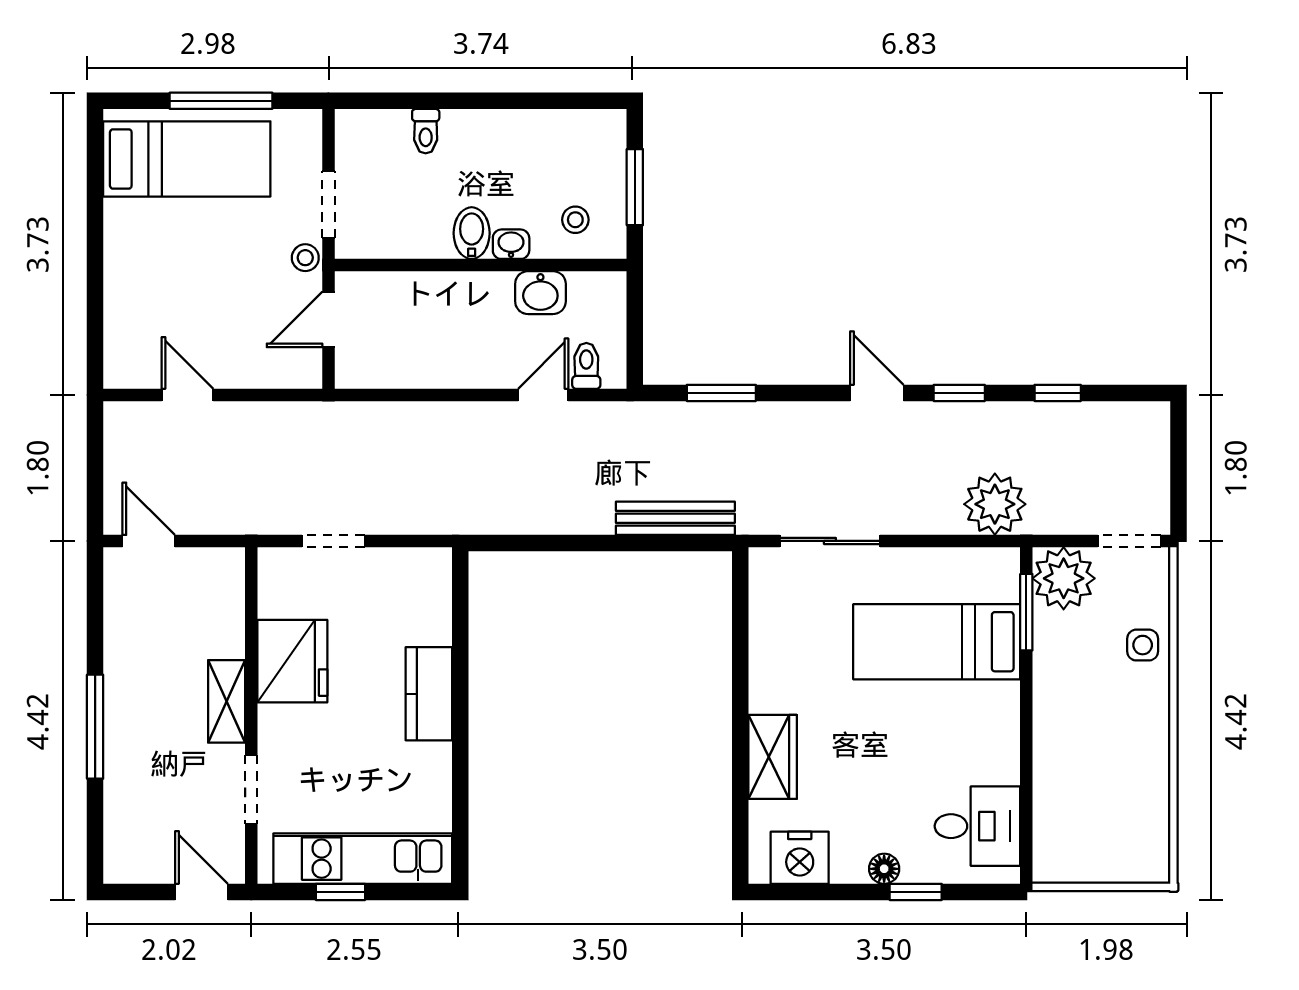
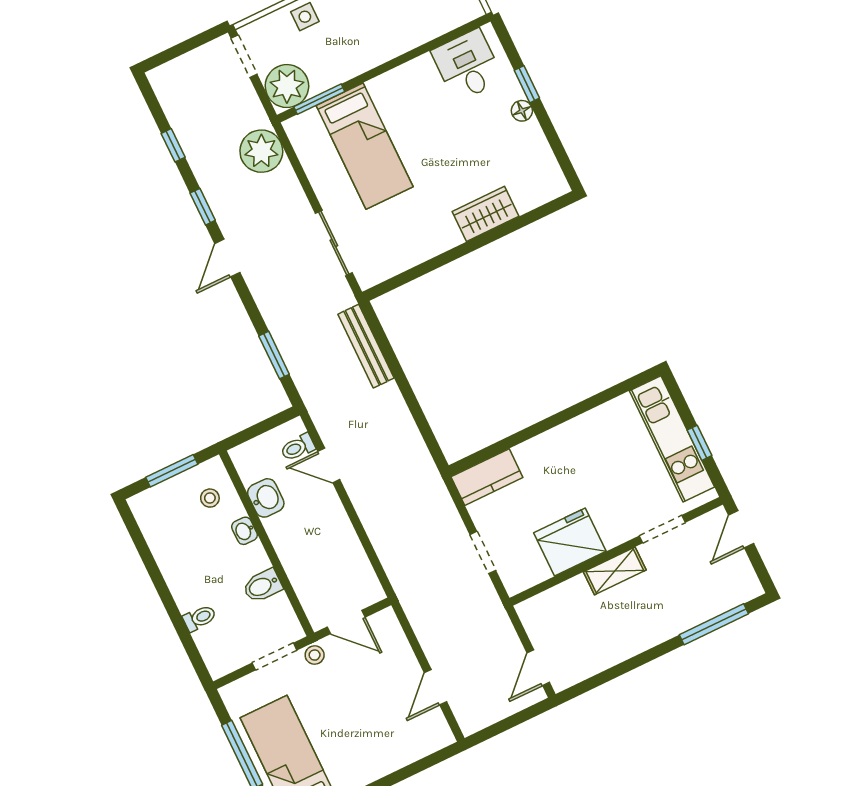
bidet: (472, 233) -> (262, 586), moved
kitchen counter: (429, 694) -> (487, 477), moved
window: (95, 727) -> (714, 624), moved
nightstand: (800, 858) -> (540, 167), removed

